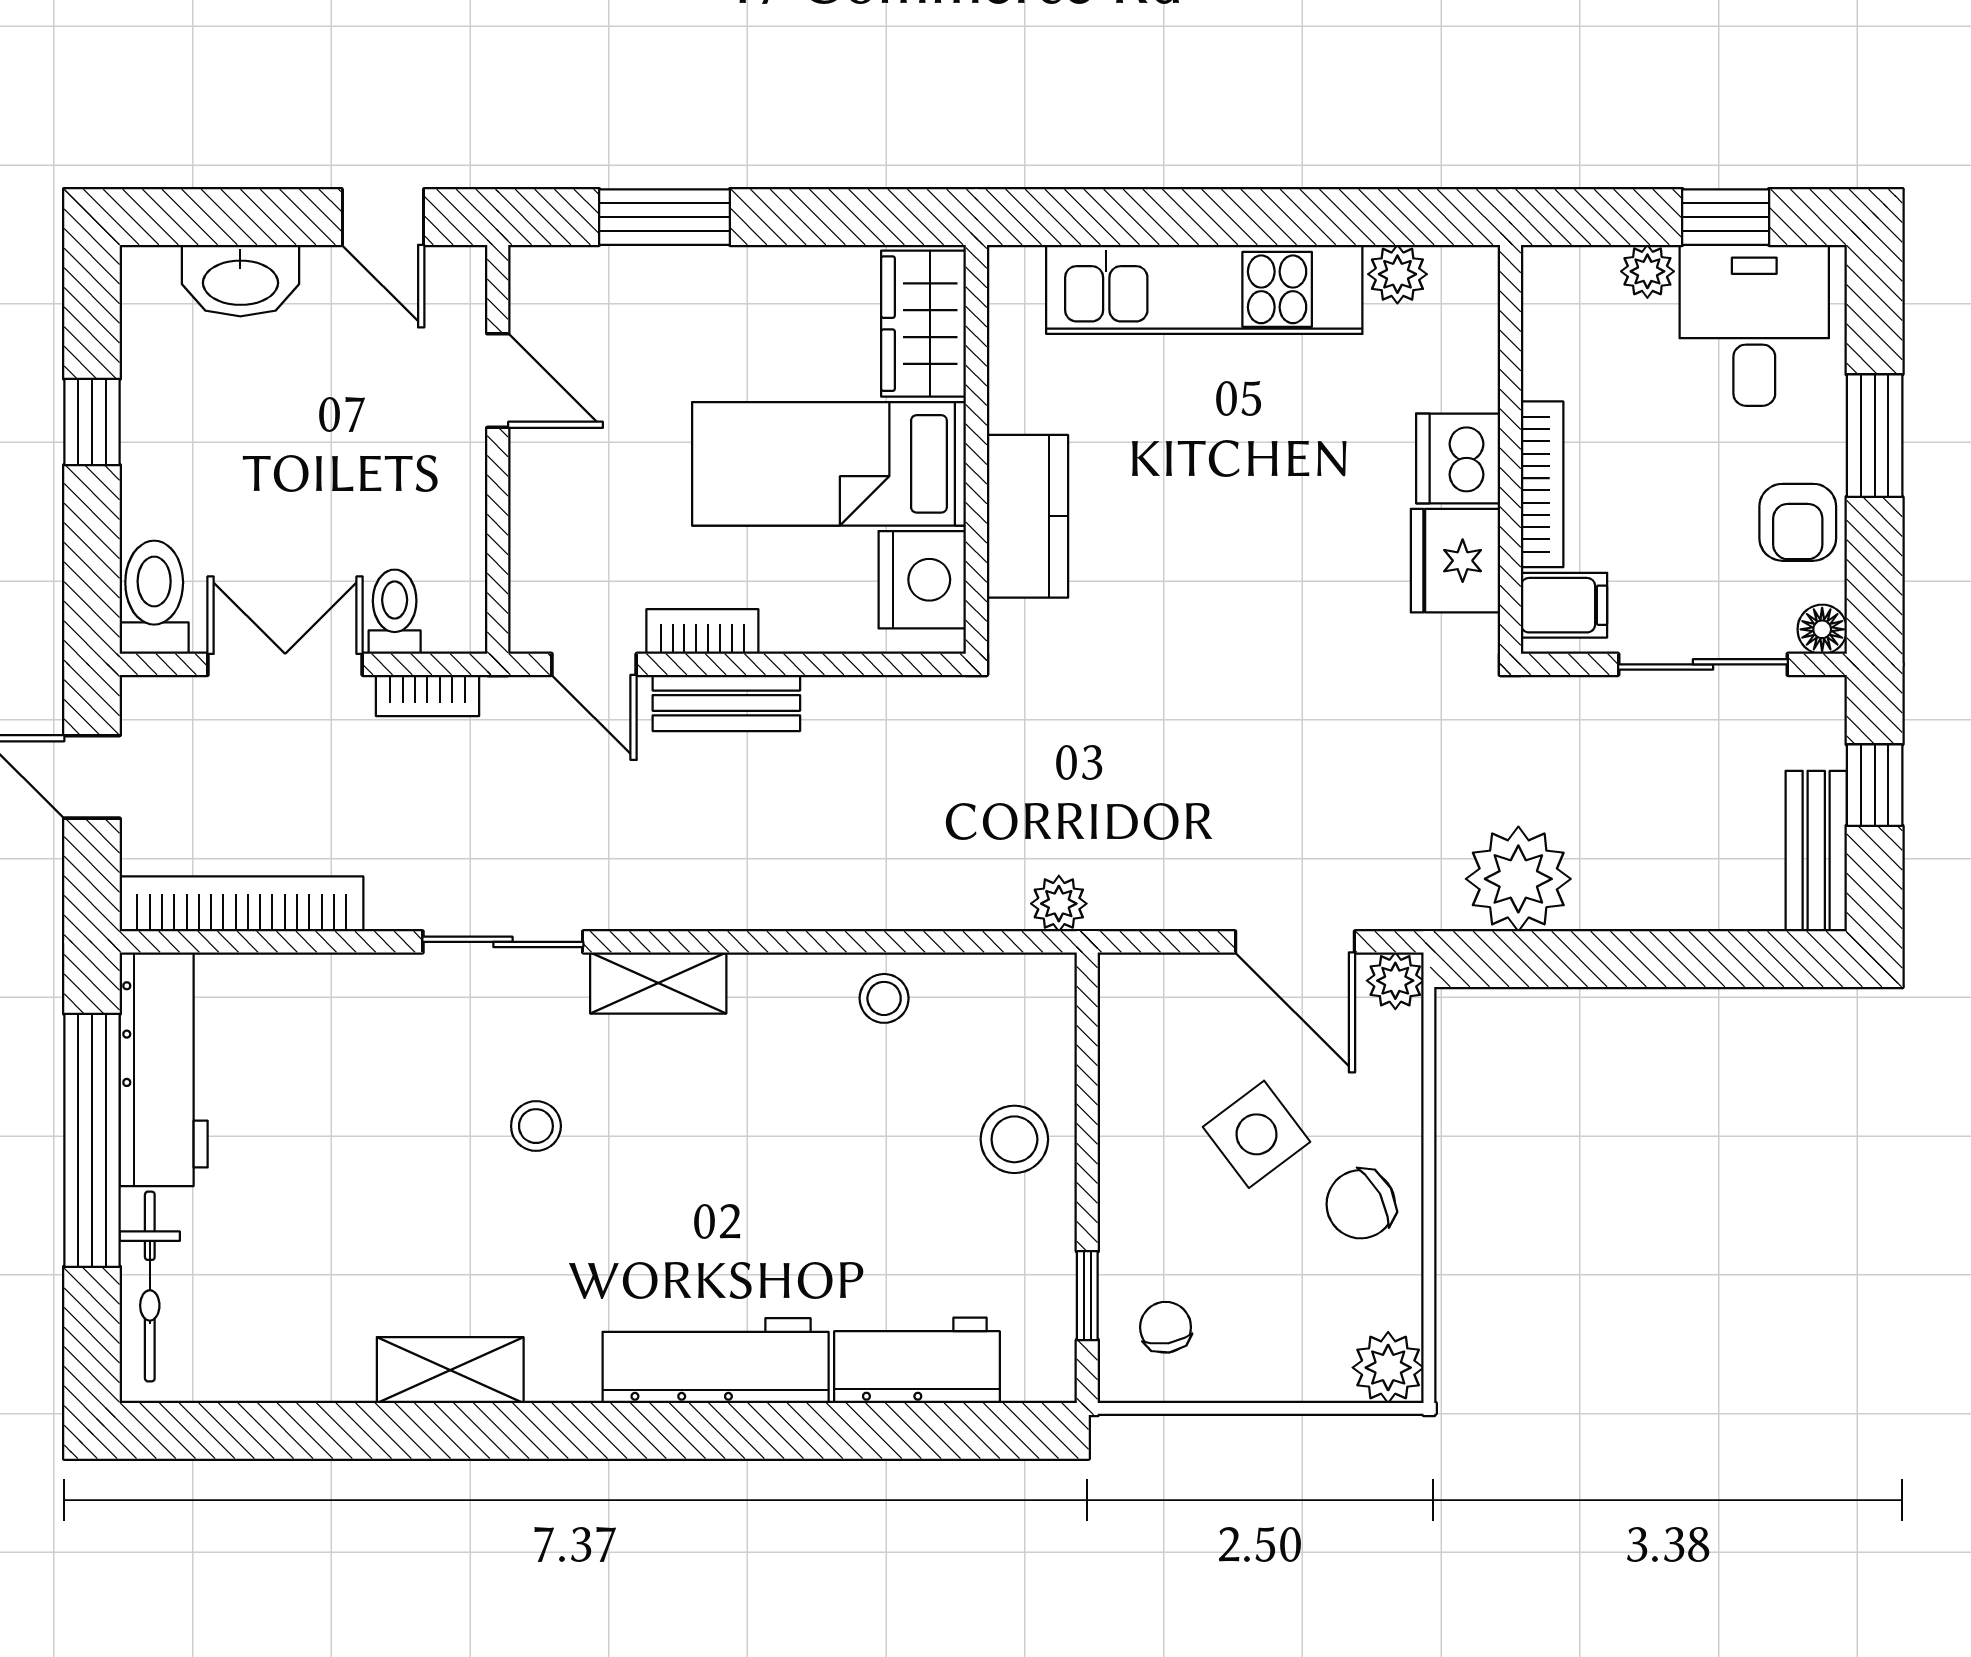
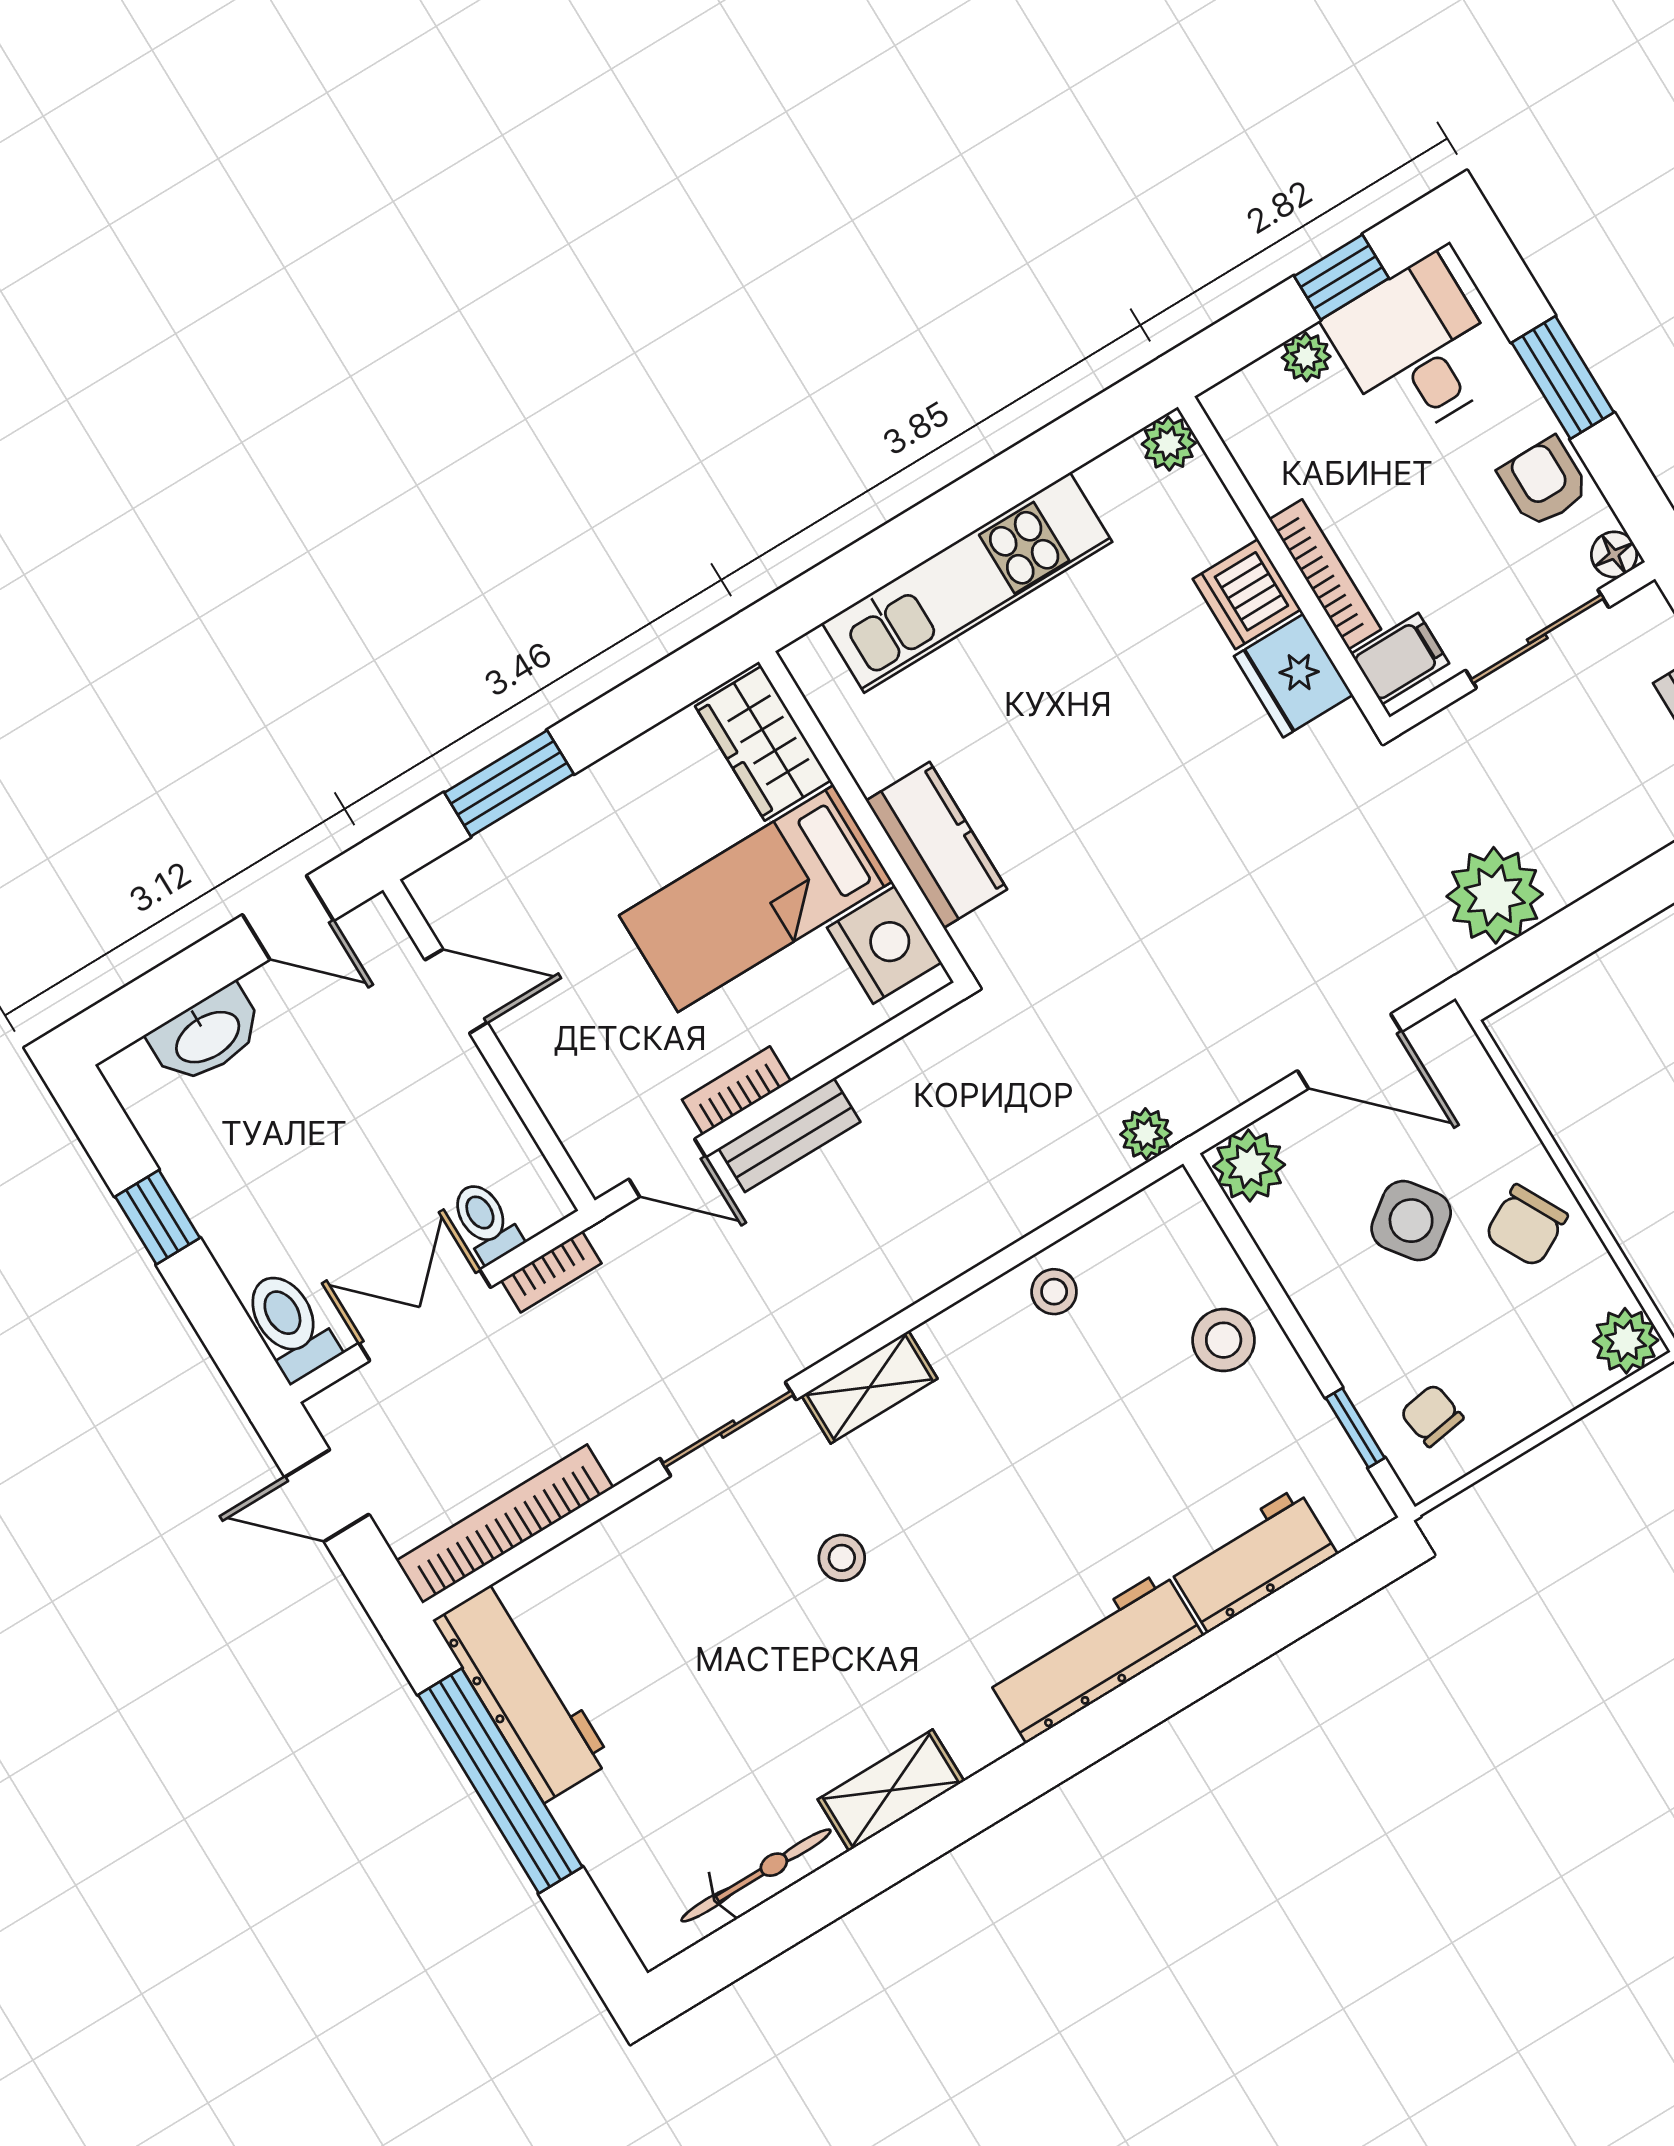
plant: (1397, 274) -> (1169, 444), moved
armchair: (1798, 522) -> (1544, 482), turned 180
plant: (1395, 981) -> (1249, 1166), moved, width x1.38, depth x1.38
bicycle: (150, 1286) -> (756, 1875), moved, turned -90

